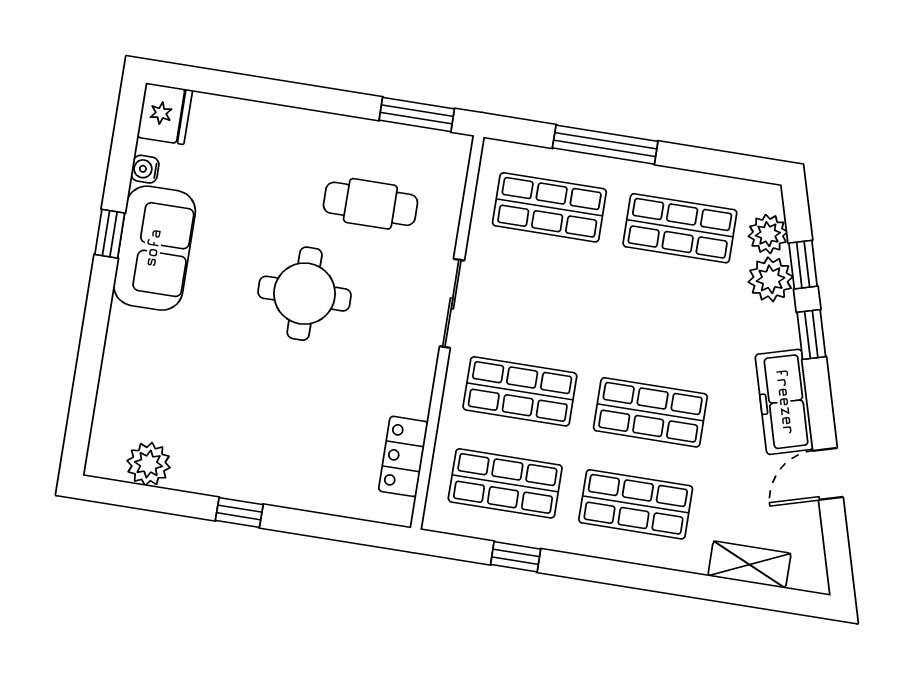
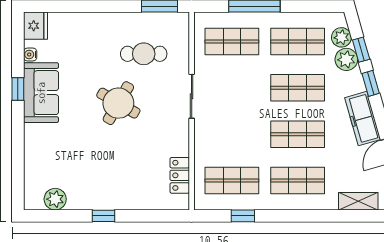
round table: (305, 294) -> (118, 103), turned 30
shop shelf: (520, 391) -> (298, 88), moved

